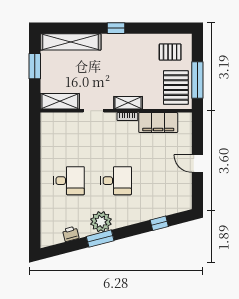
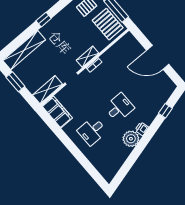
filing cabinet: (158, 123) -> (57, 112), moved, turned -90
door: (197, 164) -> (158, 57), width x1.88
desk: (69, 181) -> (92, 131), turned 180
printer: (71, 234) -> (142, 129), moved
window: (100, 239) -> (139, 149), removed

